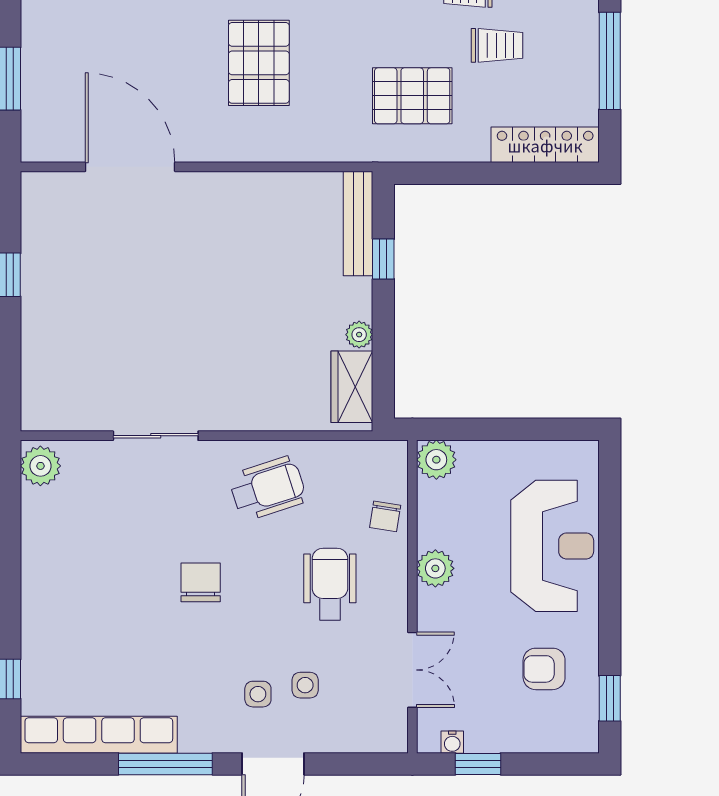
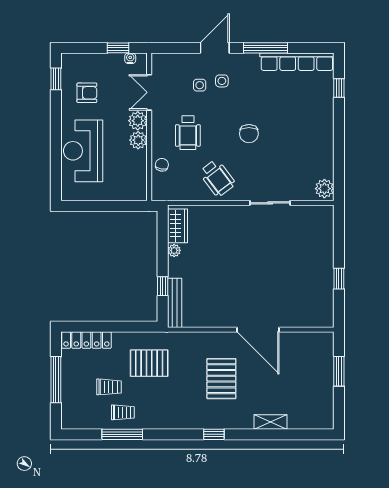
trolley: (497, 45) -> (109, 387), turned 180
door: (130, 167) -> (258, 330), moved
plant: (436, 460) -> (138, 121), moved
wheelchair: (268, 488) -> (217, 178), turned -109

